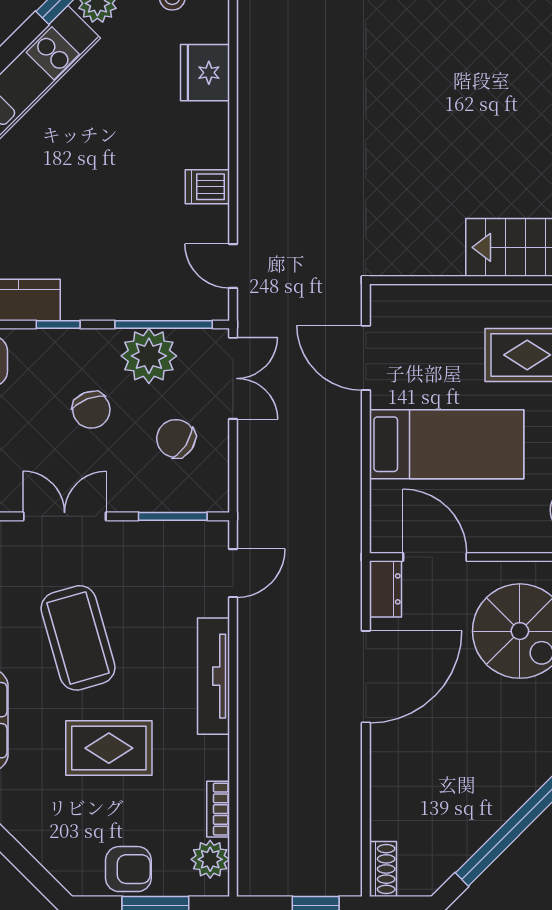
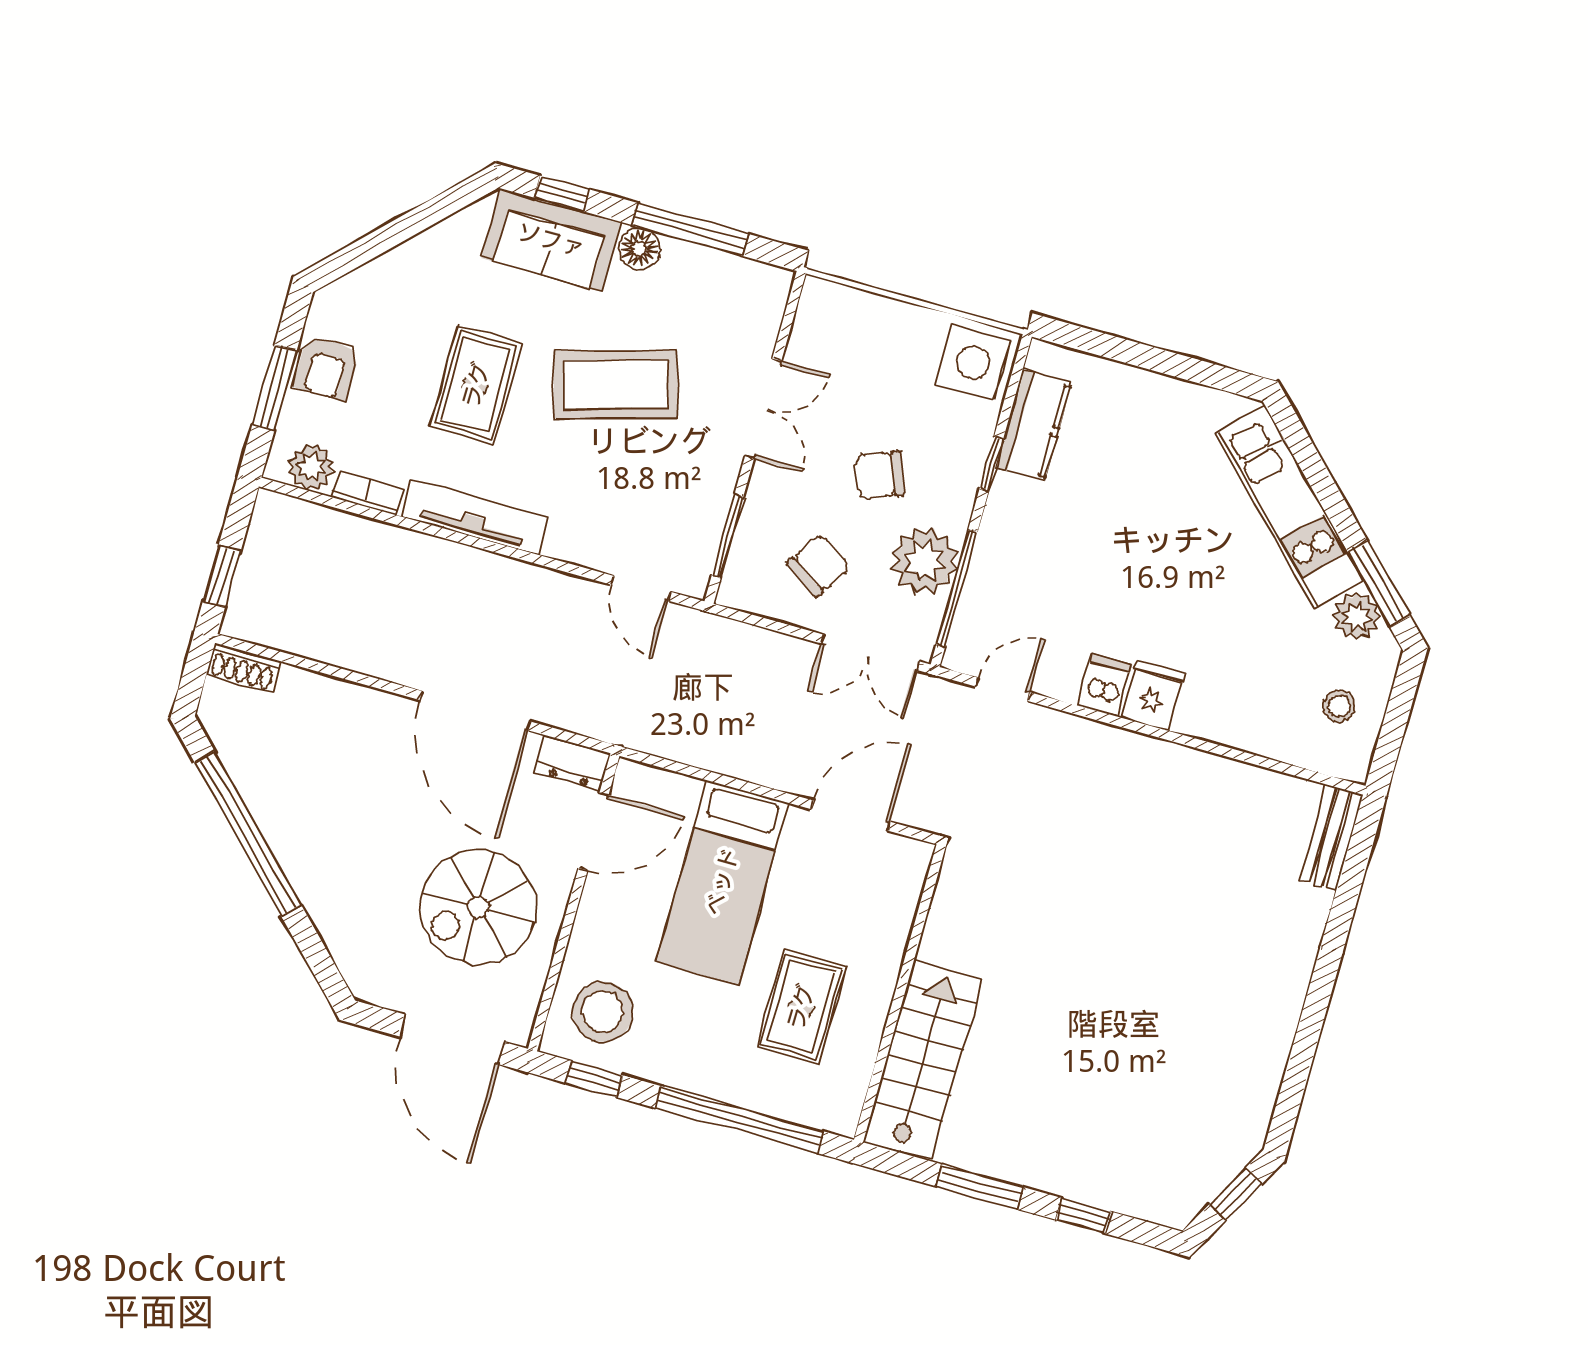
fridge: (205, 73) -> (1153, 696), moved, width x0.72
tv unit: (213, 676) -> (474, 517), moved

